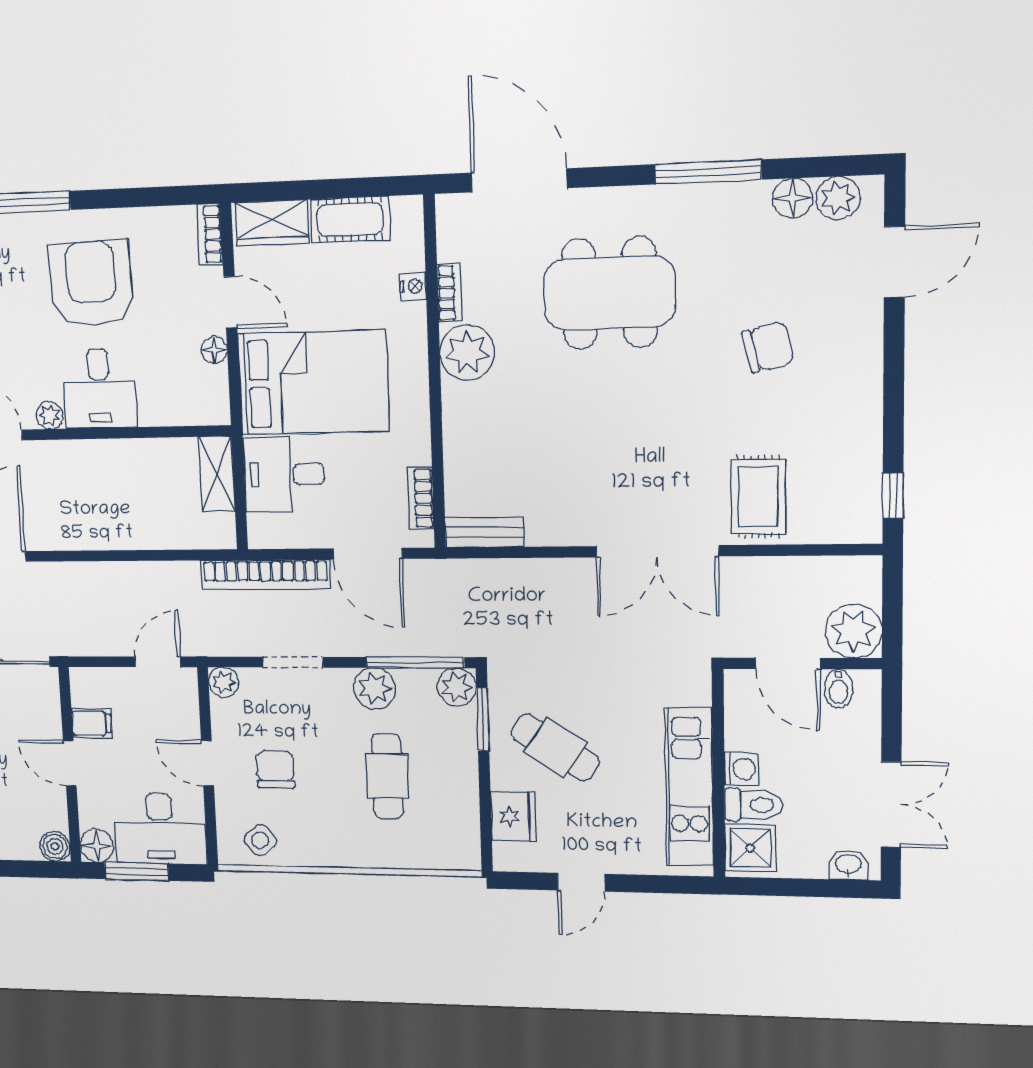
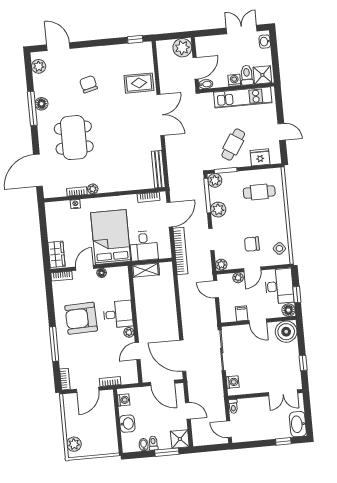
floor lamp: (792, 198) -> (41, 104), moved
cot: (350, 220) -> (54, 227), removed
plant: (467, 352) -> (93, 189), width x0.53, depth x0.53
bench: (485, 532) -> (158, 169), width x1.36
bidet: (839, 689) -> (206, 84), moved
plant: (187, 723) -> (238, 278), added
door: (70, 763) -> (258, 321), hinge flipped
cafe table: (387, 776) -> (259, 192), moved
boiler: (55, 846) -> (286, 332), width x1.86, depth x1.86
window: (137, 872) -> (297, 295), width x0.67

